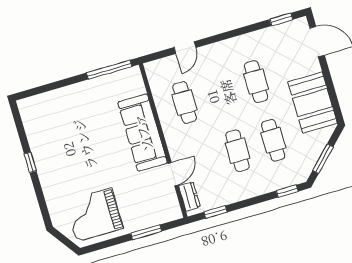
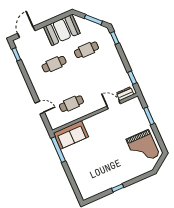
sofa: (143, 133) -> (71, 135), moved, width x0.73
cafe table: (237, 151) -> (95, 70), removed

